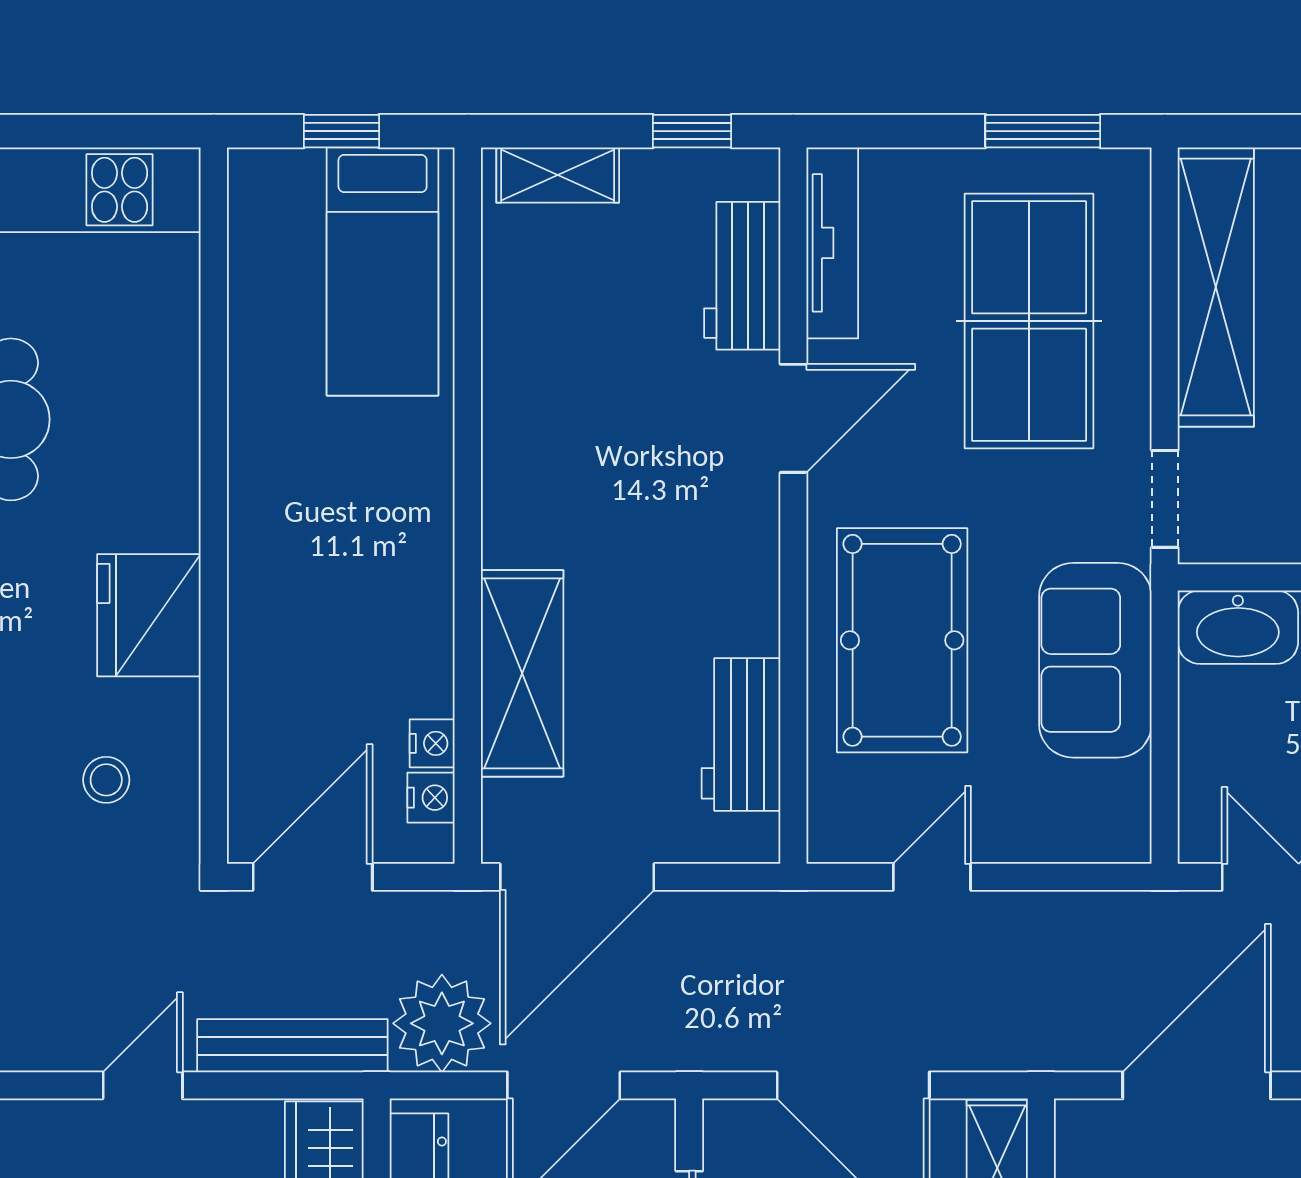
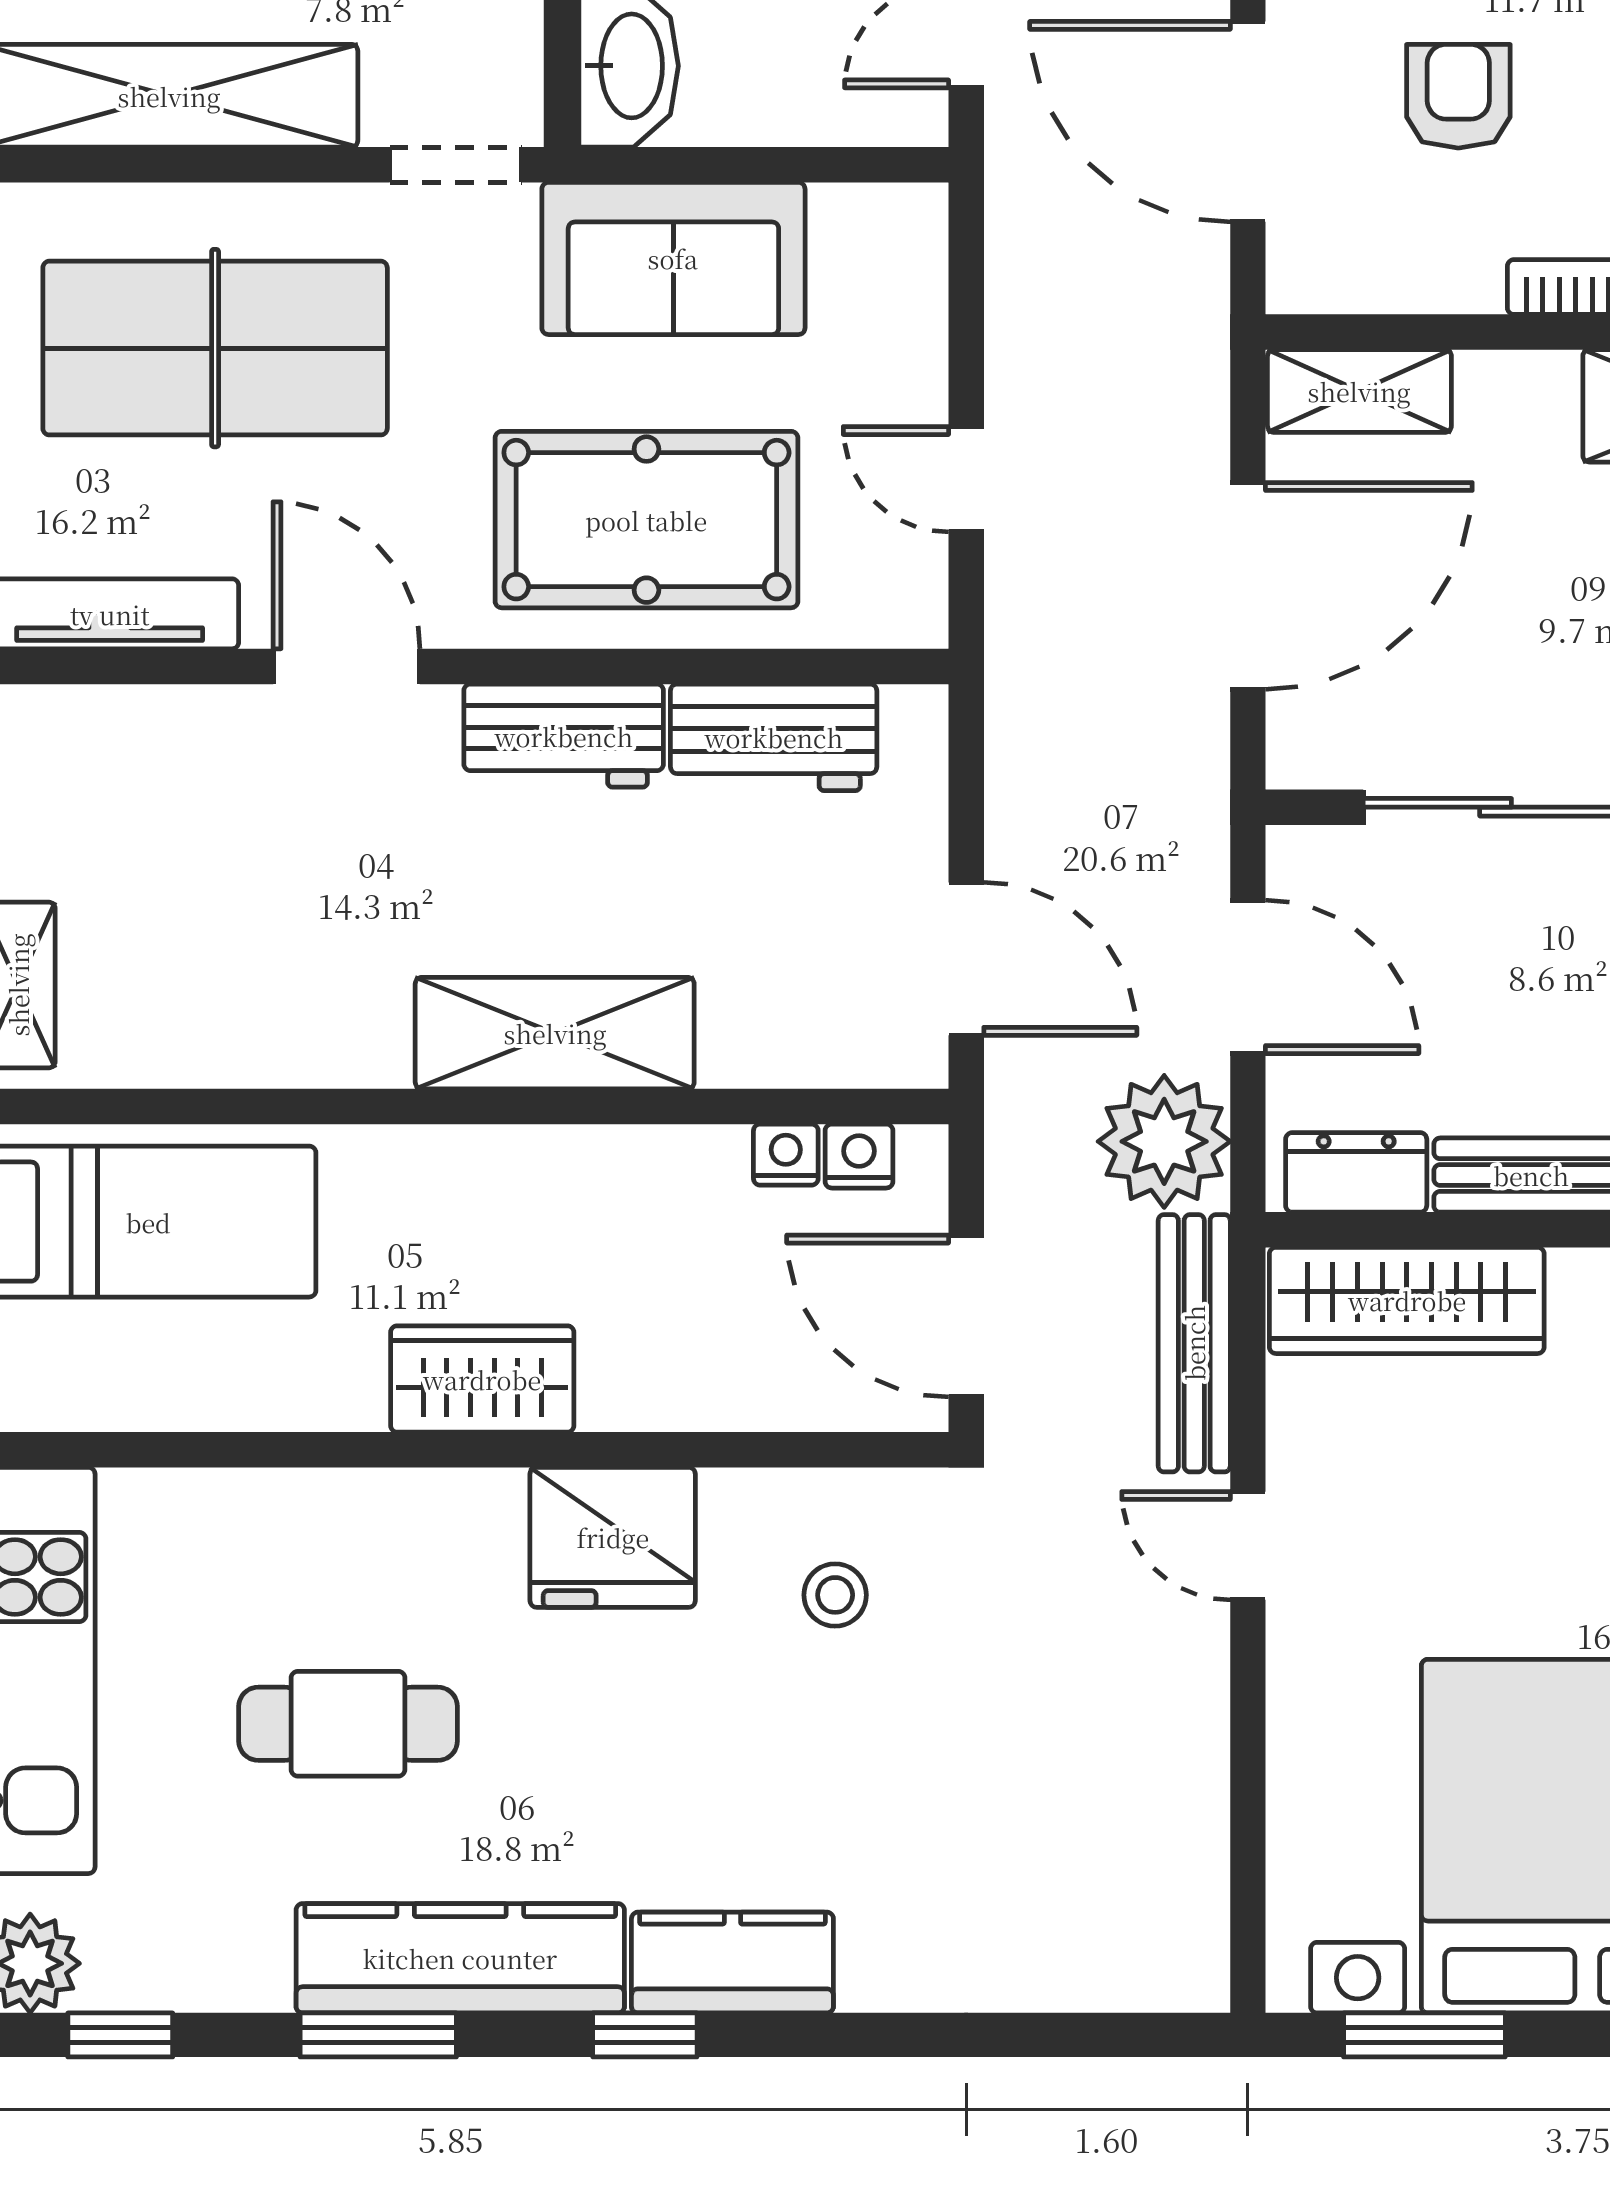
workbench: (742, 276) -> (564, 736), moved
wardrobe: (266, 519) -> (482, 1379), added
shelving: (522, 673) -> (555, 1033), moved
door: (577, 877) -> (966, 959), width x0.73

